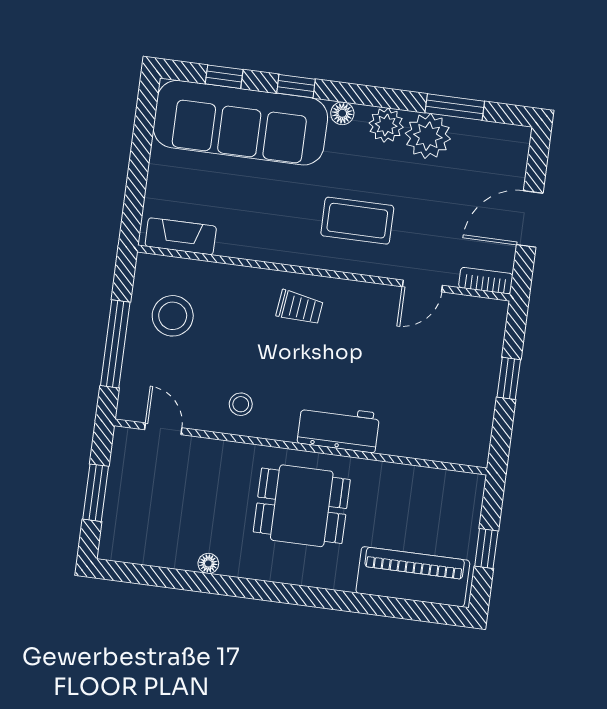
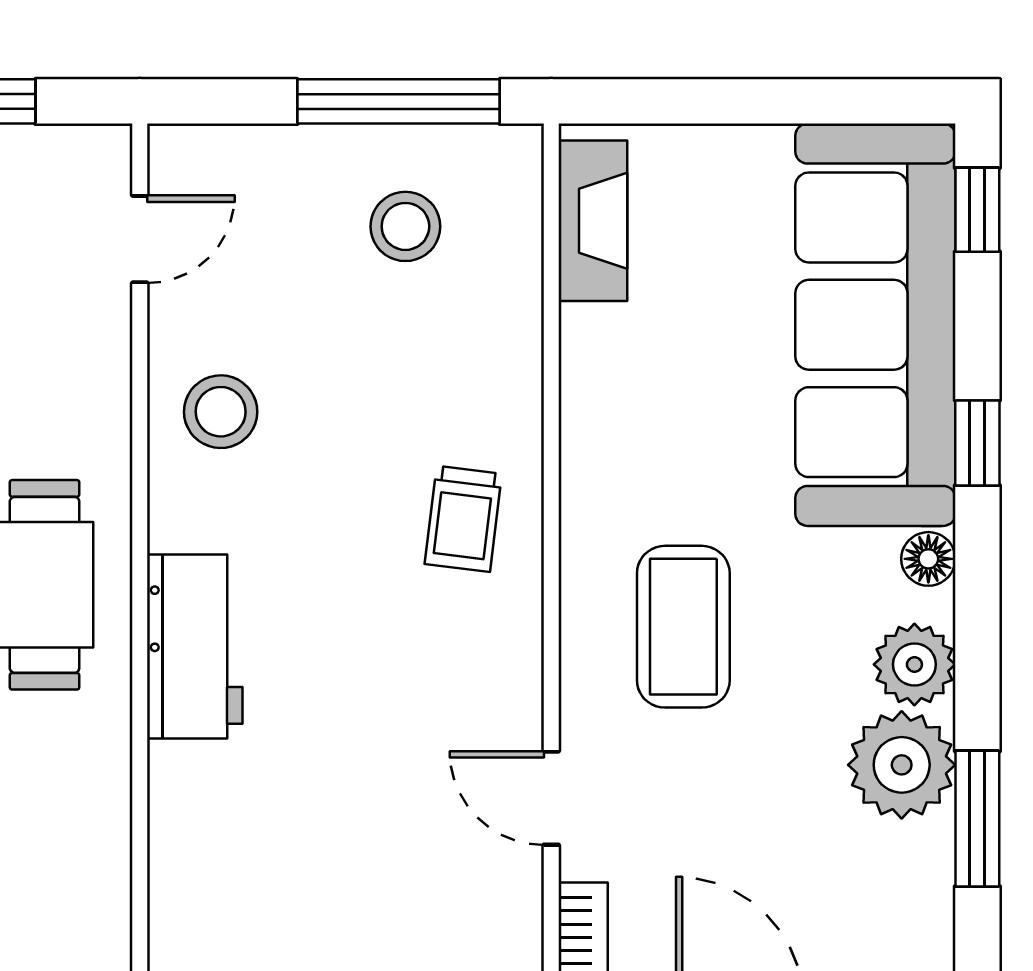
window: (224, 77) -> (977, 210), moved
stool: (173, 316) -> (405, 226), width x0.73, depth x0.73
window: (115, 344) -> (398, 101), moved
stool: (241, 404) -> (221, 412), width x1.37, depth x1.37

